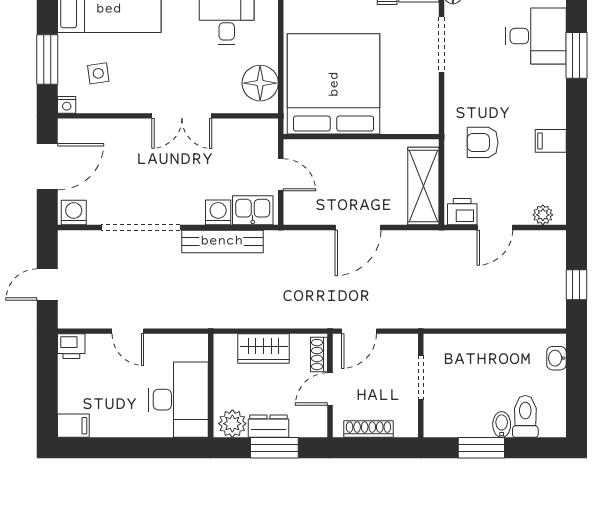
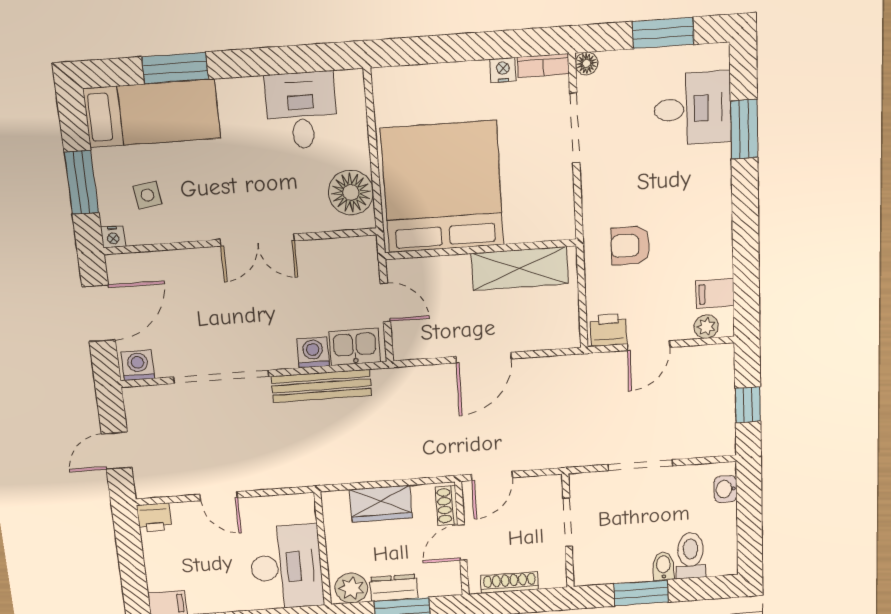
filing cabinet: (551, 141) -> (715, 293), moved
shelving: (423, 186) -> (520, 268), moved, turned 90
doorway: (485, 331) -> (640, 465), added

